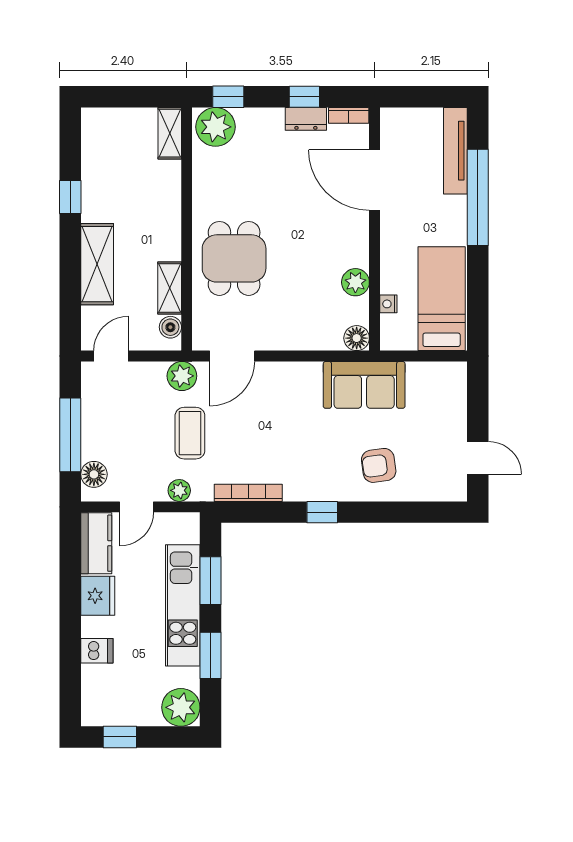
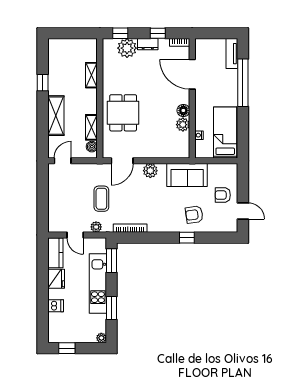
dresser: (306, 119) -> (148, 44), moved
plant: (216, 127) -> (127, 48), moved
shelving: (170, 133) -> (91, 75), moved
tv unit: (455, 151) -> (232, 54), width x0.71
floor lamp: (357, 338) -> (183, 110), moved
plant: (182, 376) -> (150, 171), moved
armchair: (437, 426) -> (223, 195), added
window: (70, 435) -> (43, 200), removed
floor lamp: (94, 474) -> (54, 219), removed
door: (137, 507) -> (75, 235), hinge flipped
window: (322, 512) -> (187, 238), moved
window: (210, 581) -> (112, 261), moved
plant: (181, 707) -> (101, 338), width x0.53, depth x0.53

